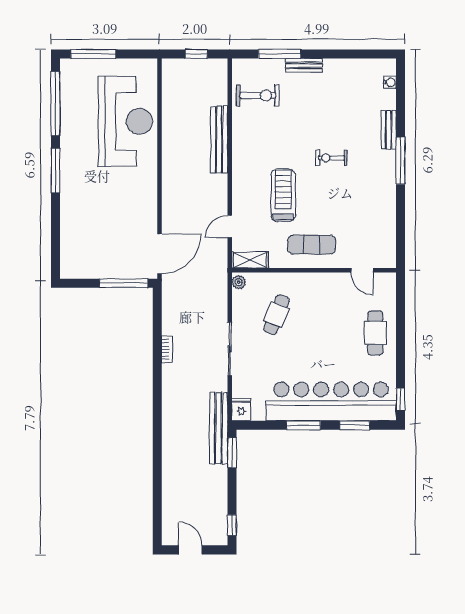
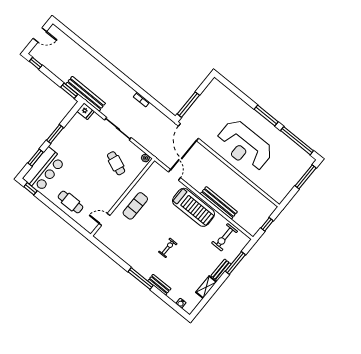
reception desk: (125, 121) -> (245, 146), moved
treadmill: (283, 195) -> (194, 207), moved, width x1.37, depth x1.38
shelving: (250, 260) -> (206, 287), moved
bar counter: (331, 401) -> (44, 170), width x0.54

